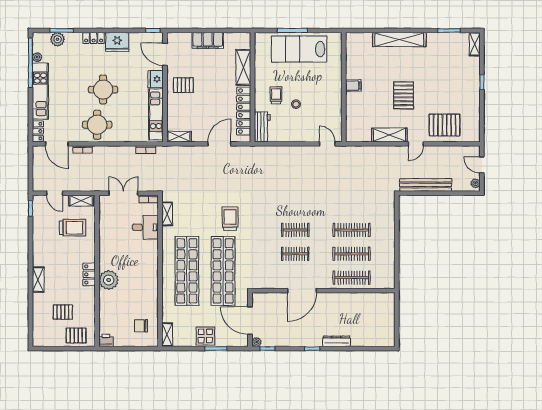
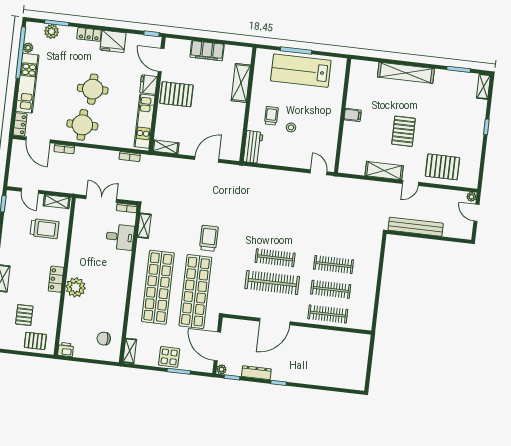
pallet: (183, 85) -> (176, 94), width x1.50, depth x1.42
locker: (244, 111) -> (236, 128), removed
plant: (475, 183) -> (471, 197), moved
clothes rail: (295, 230) -> (275, 258), width x1.36
clothes rail: (295, 254) -> (272, 283), width x1.86, depth x1.31
pallet: (63, 312) -> (24, 315), turned 90
dresser: (337, 341) -> (256, 373), moved

